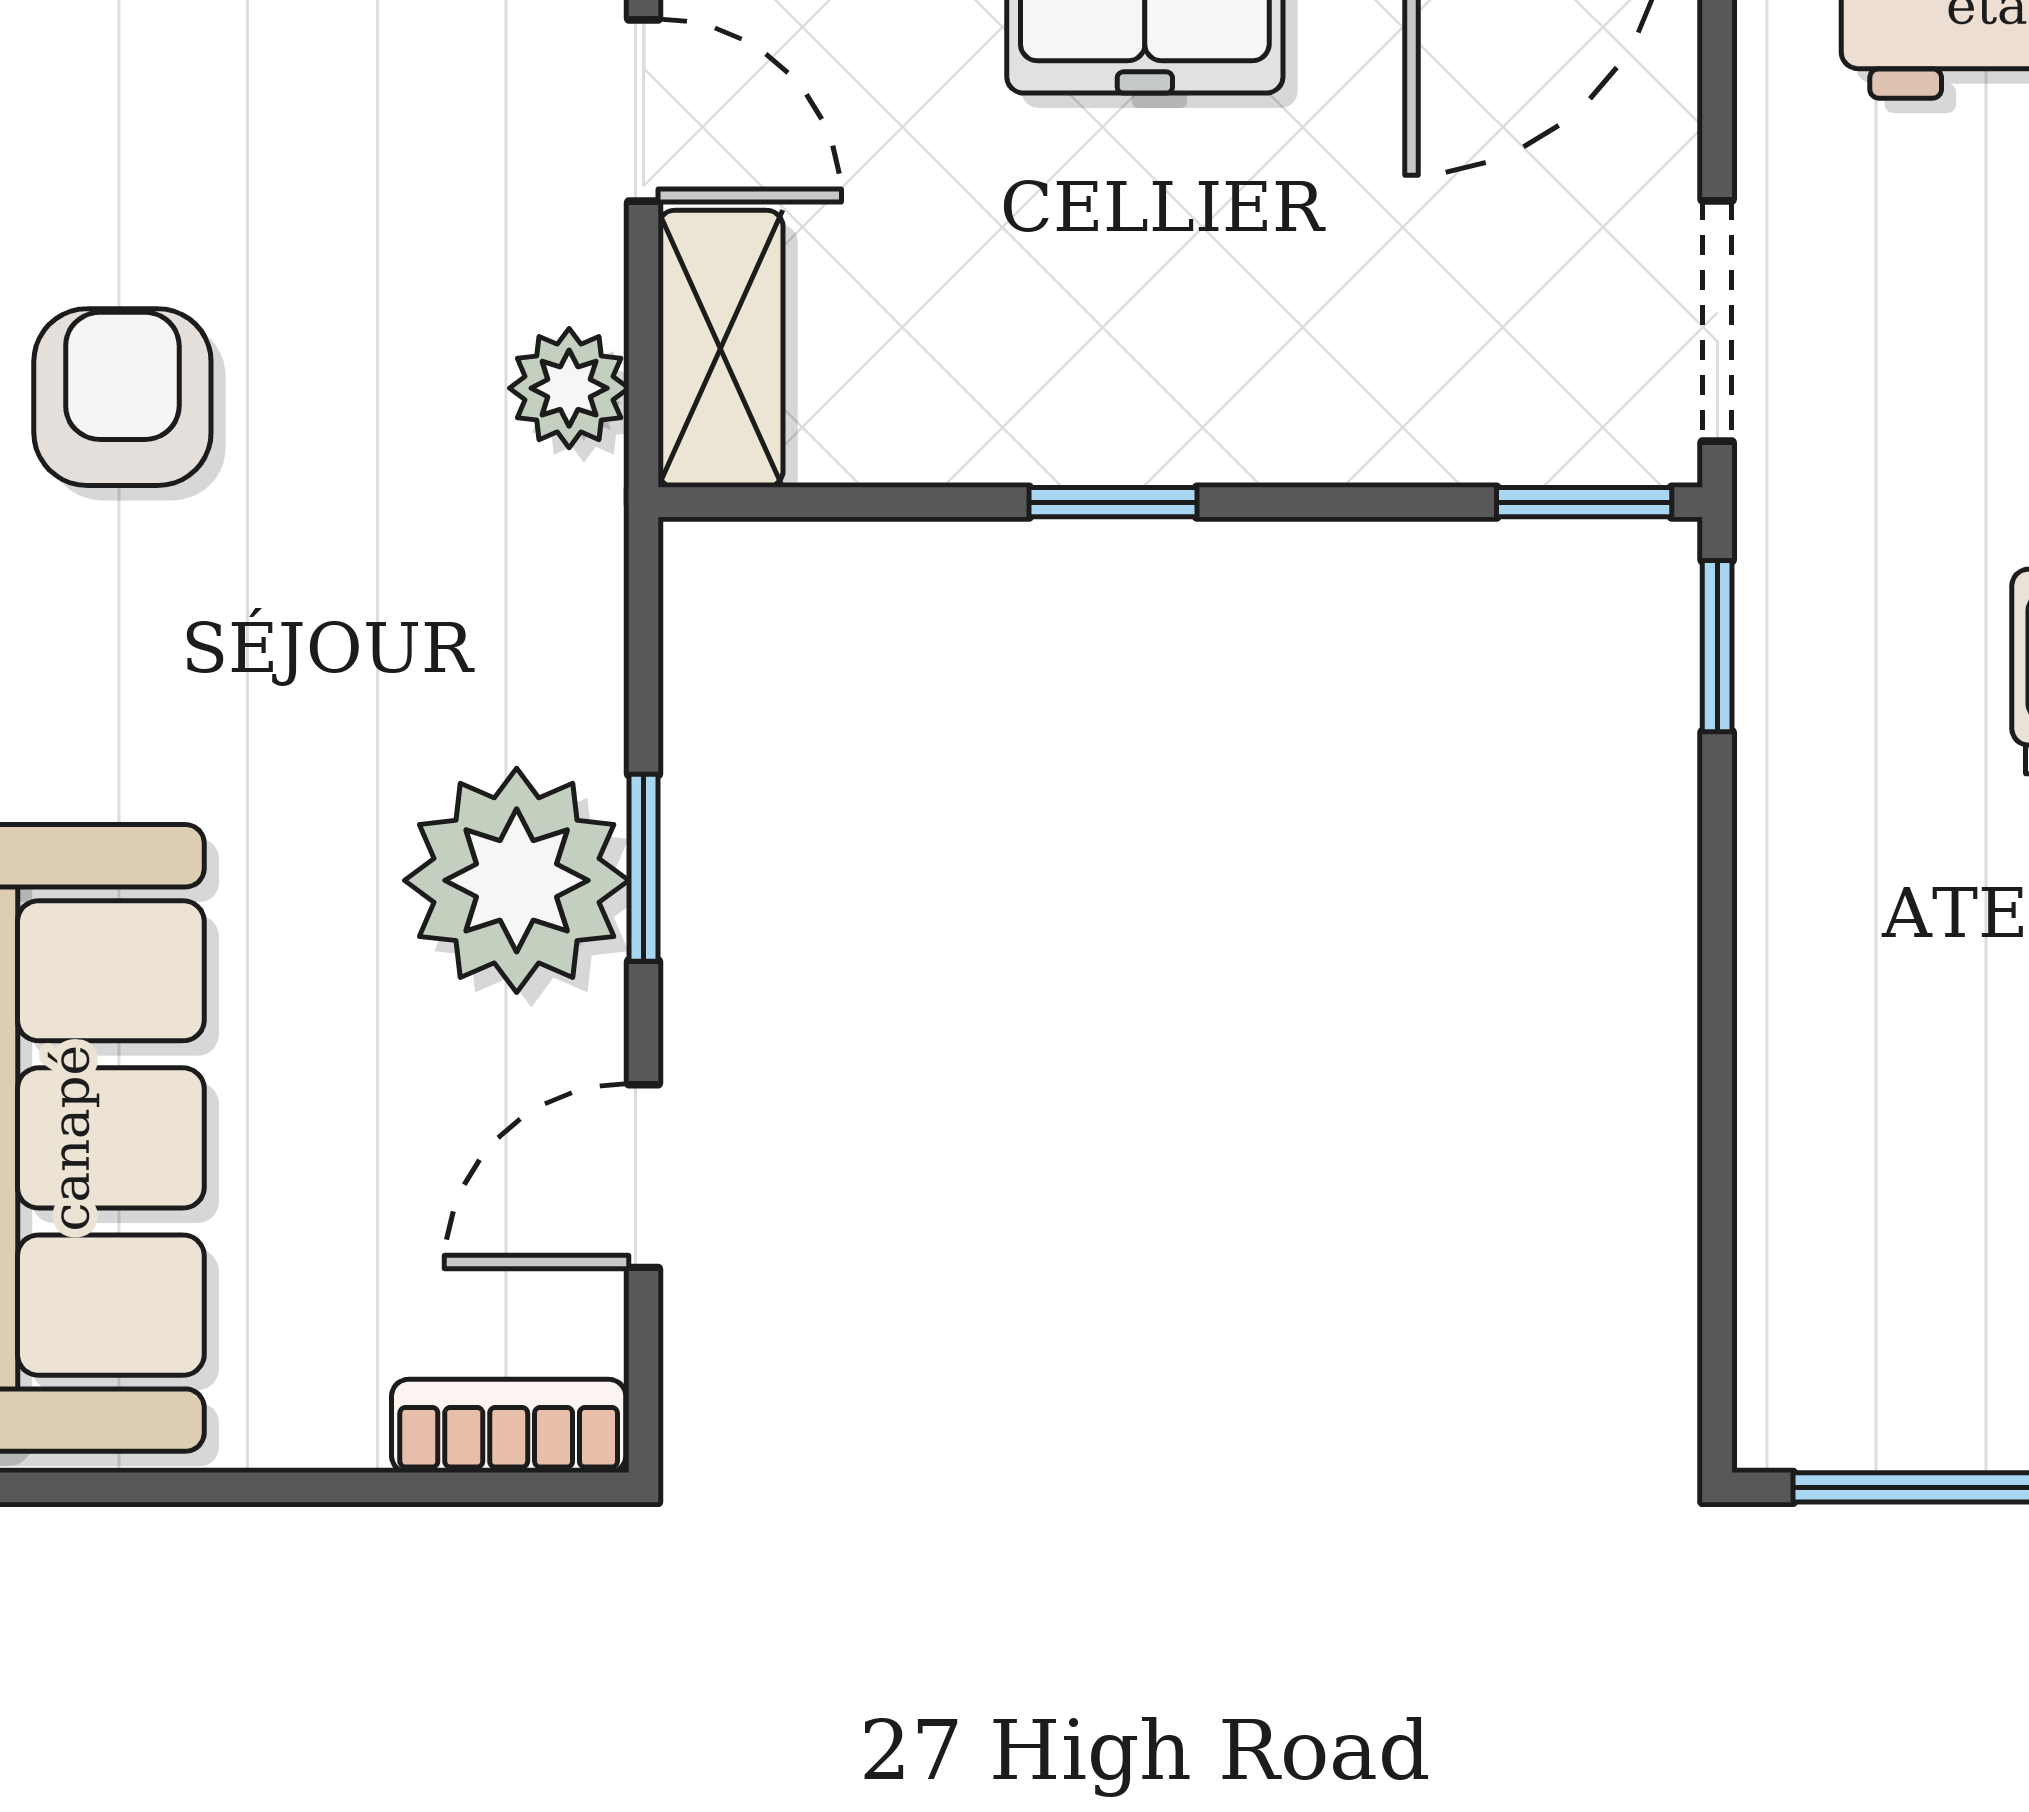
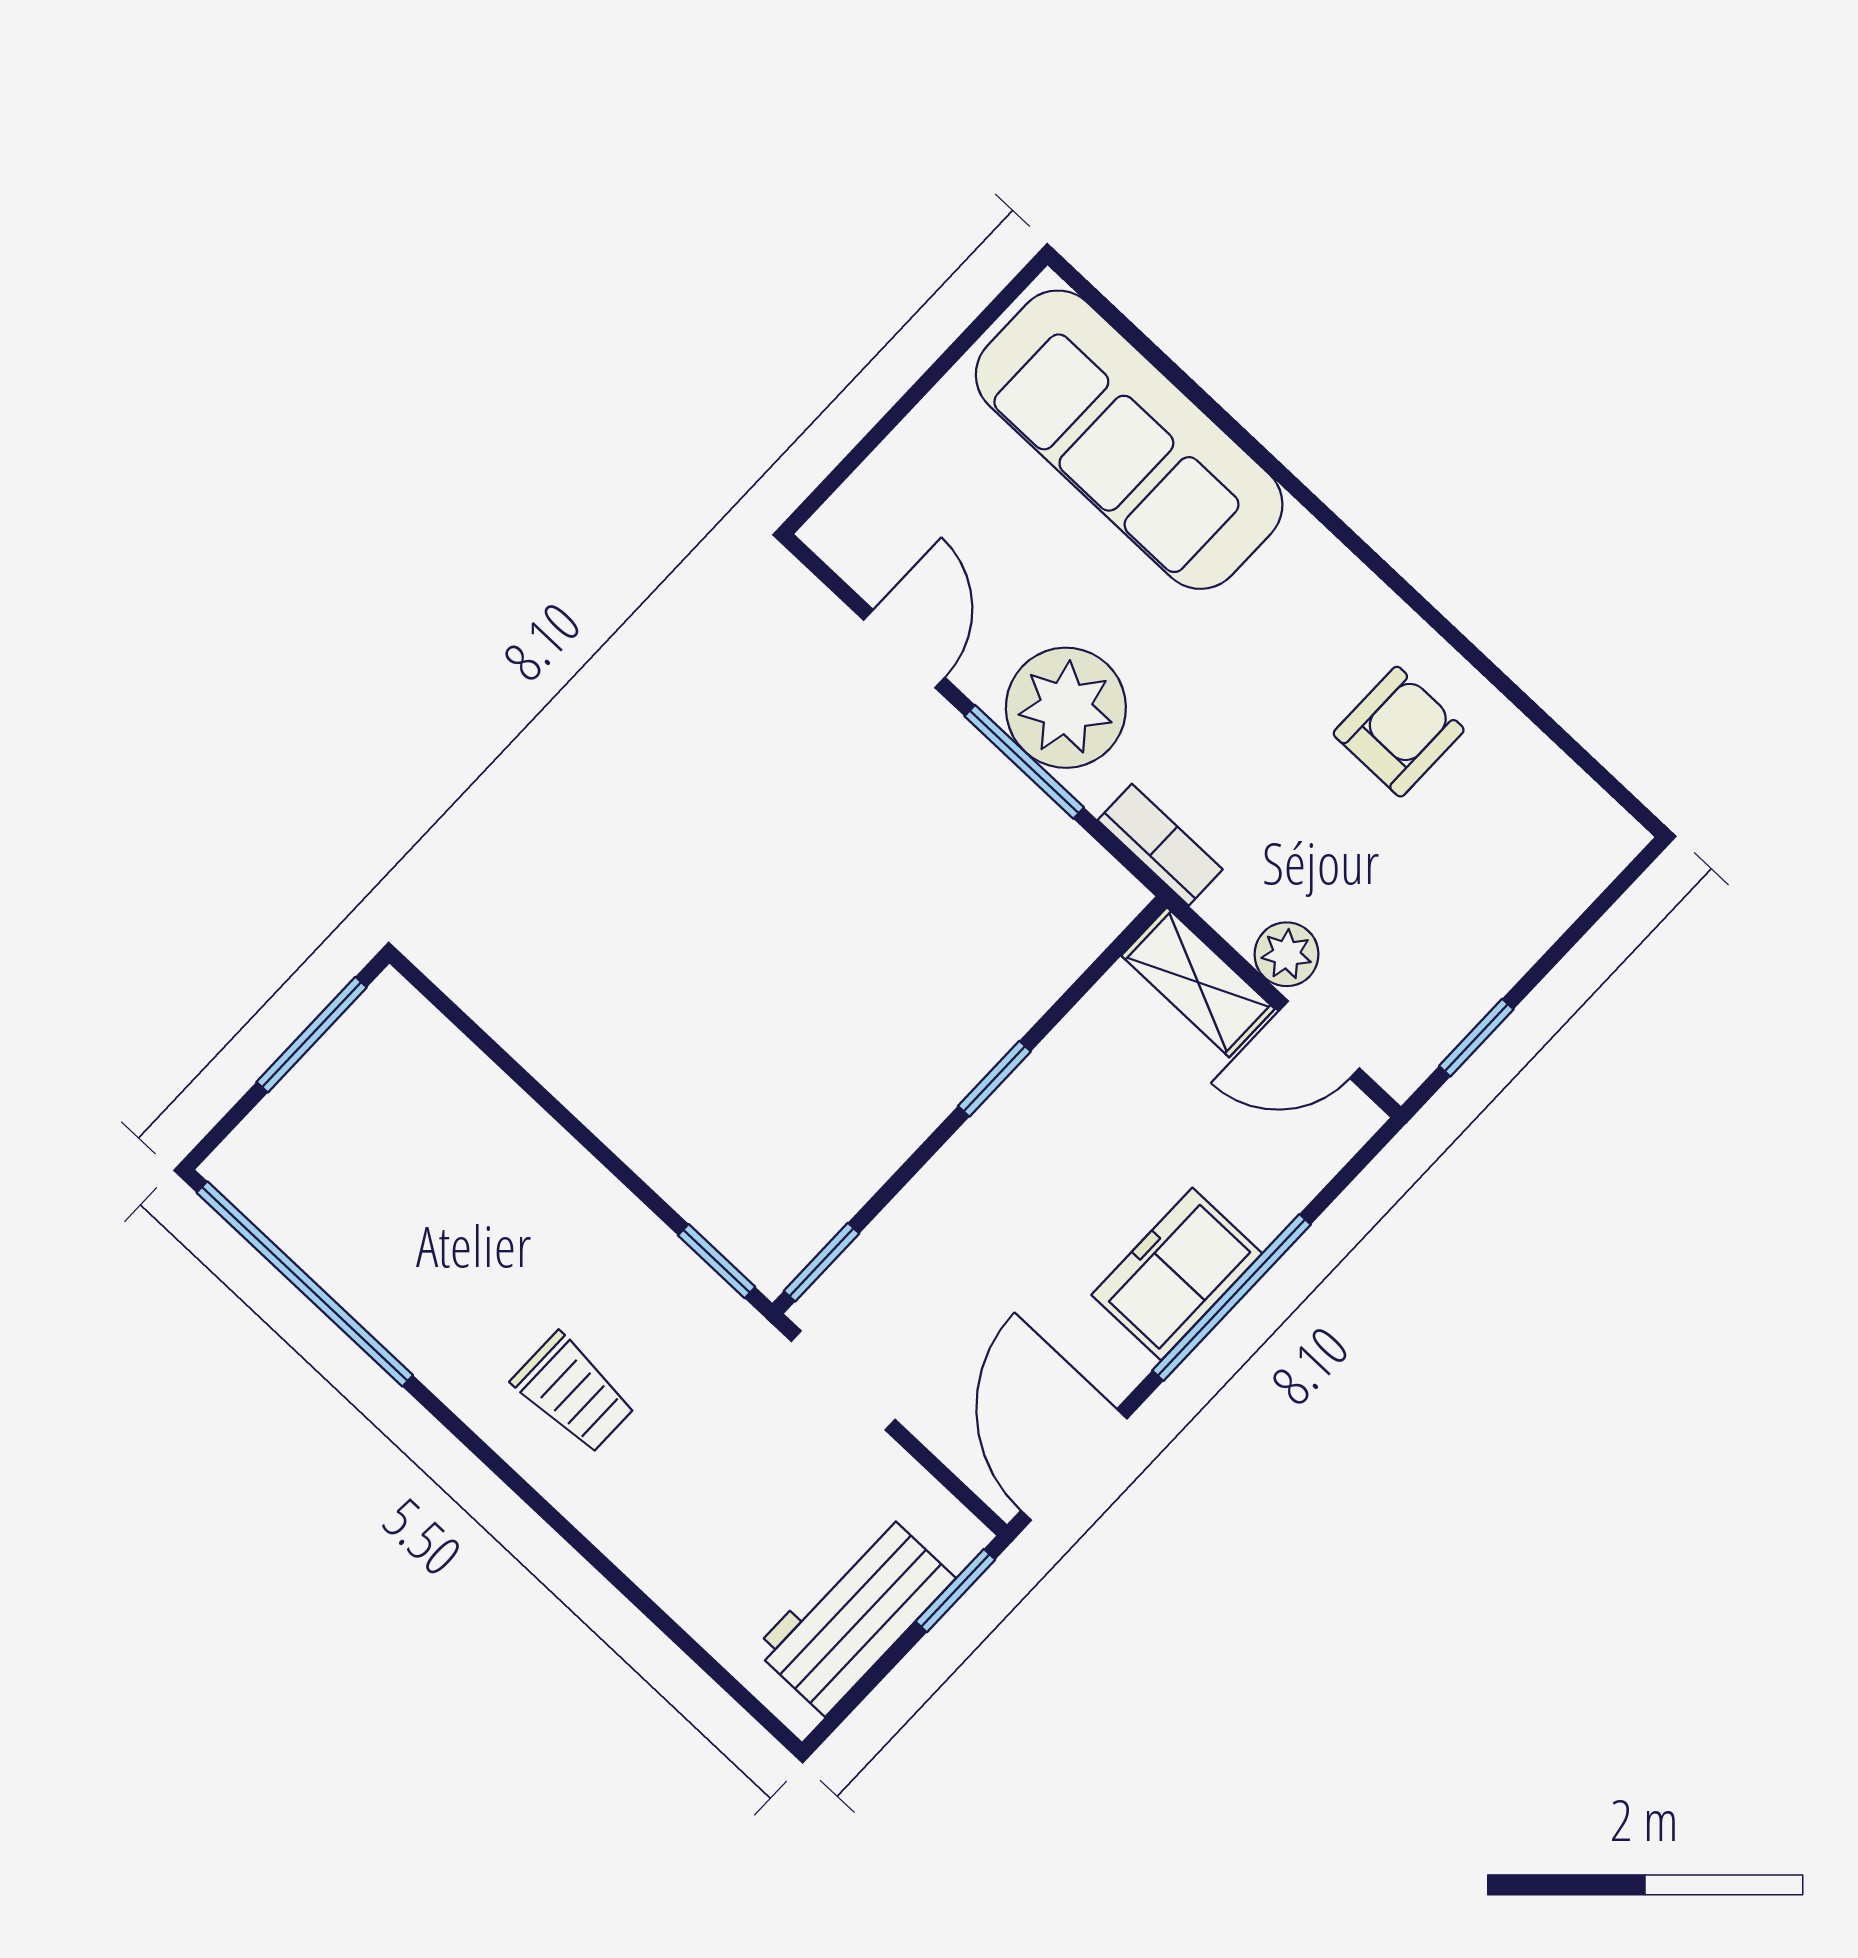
plant: (569, 388) -> (1287, 954), moved
armchair: (122, 397) -> (1399, 732), turned -90
window: (644, 868) -> (1024, 762), width x1.50
bookcase: (509, 1426) -> (1160, 845), moved, turned -90

